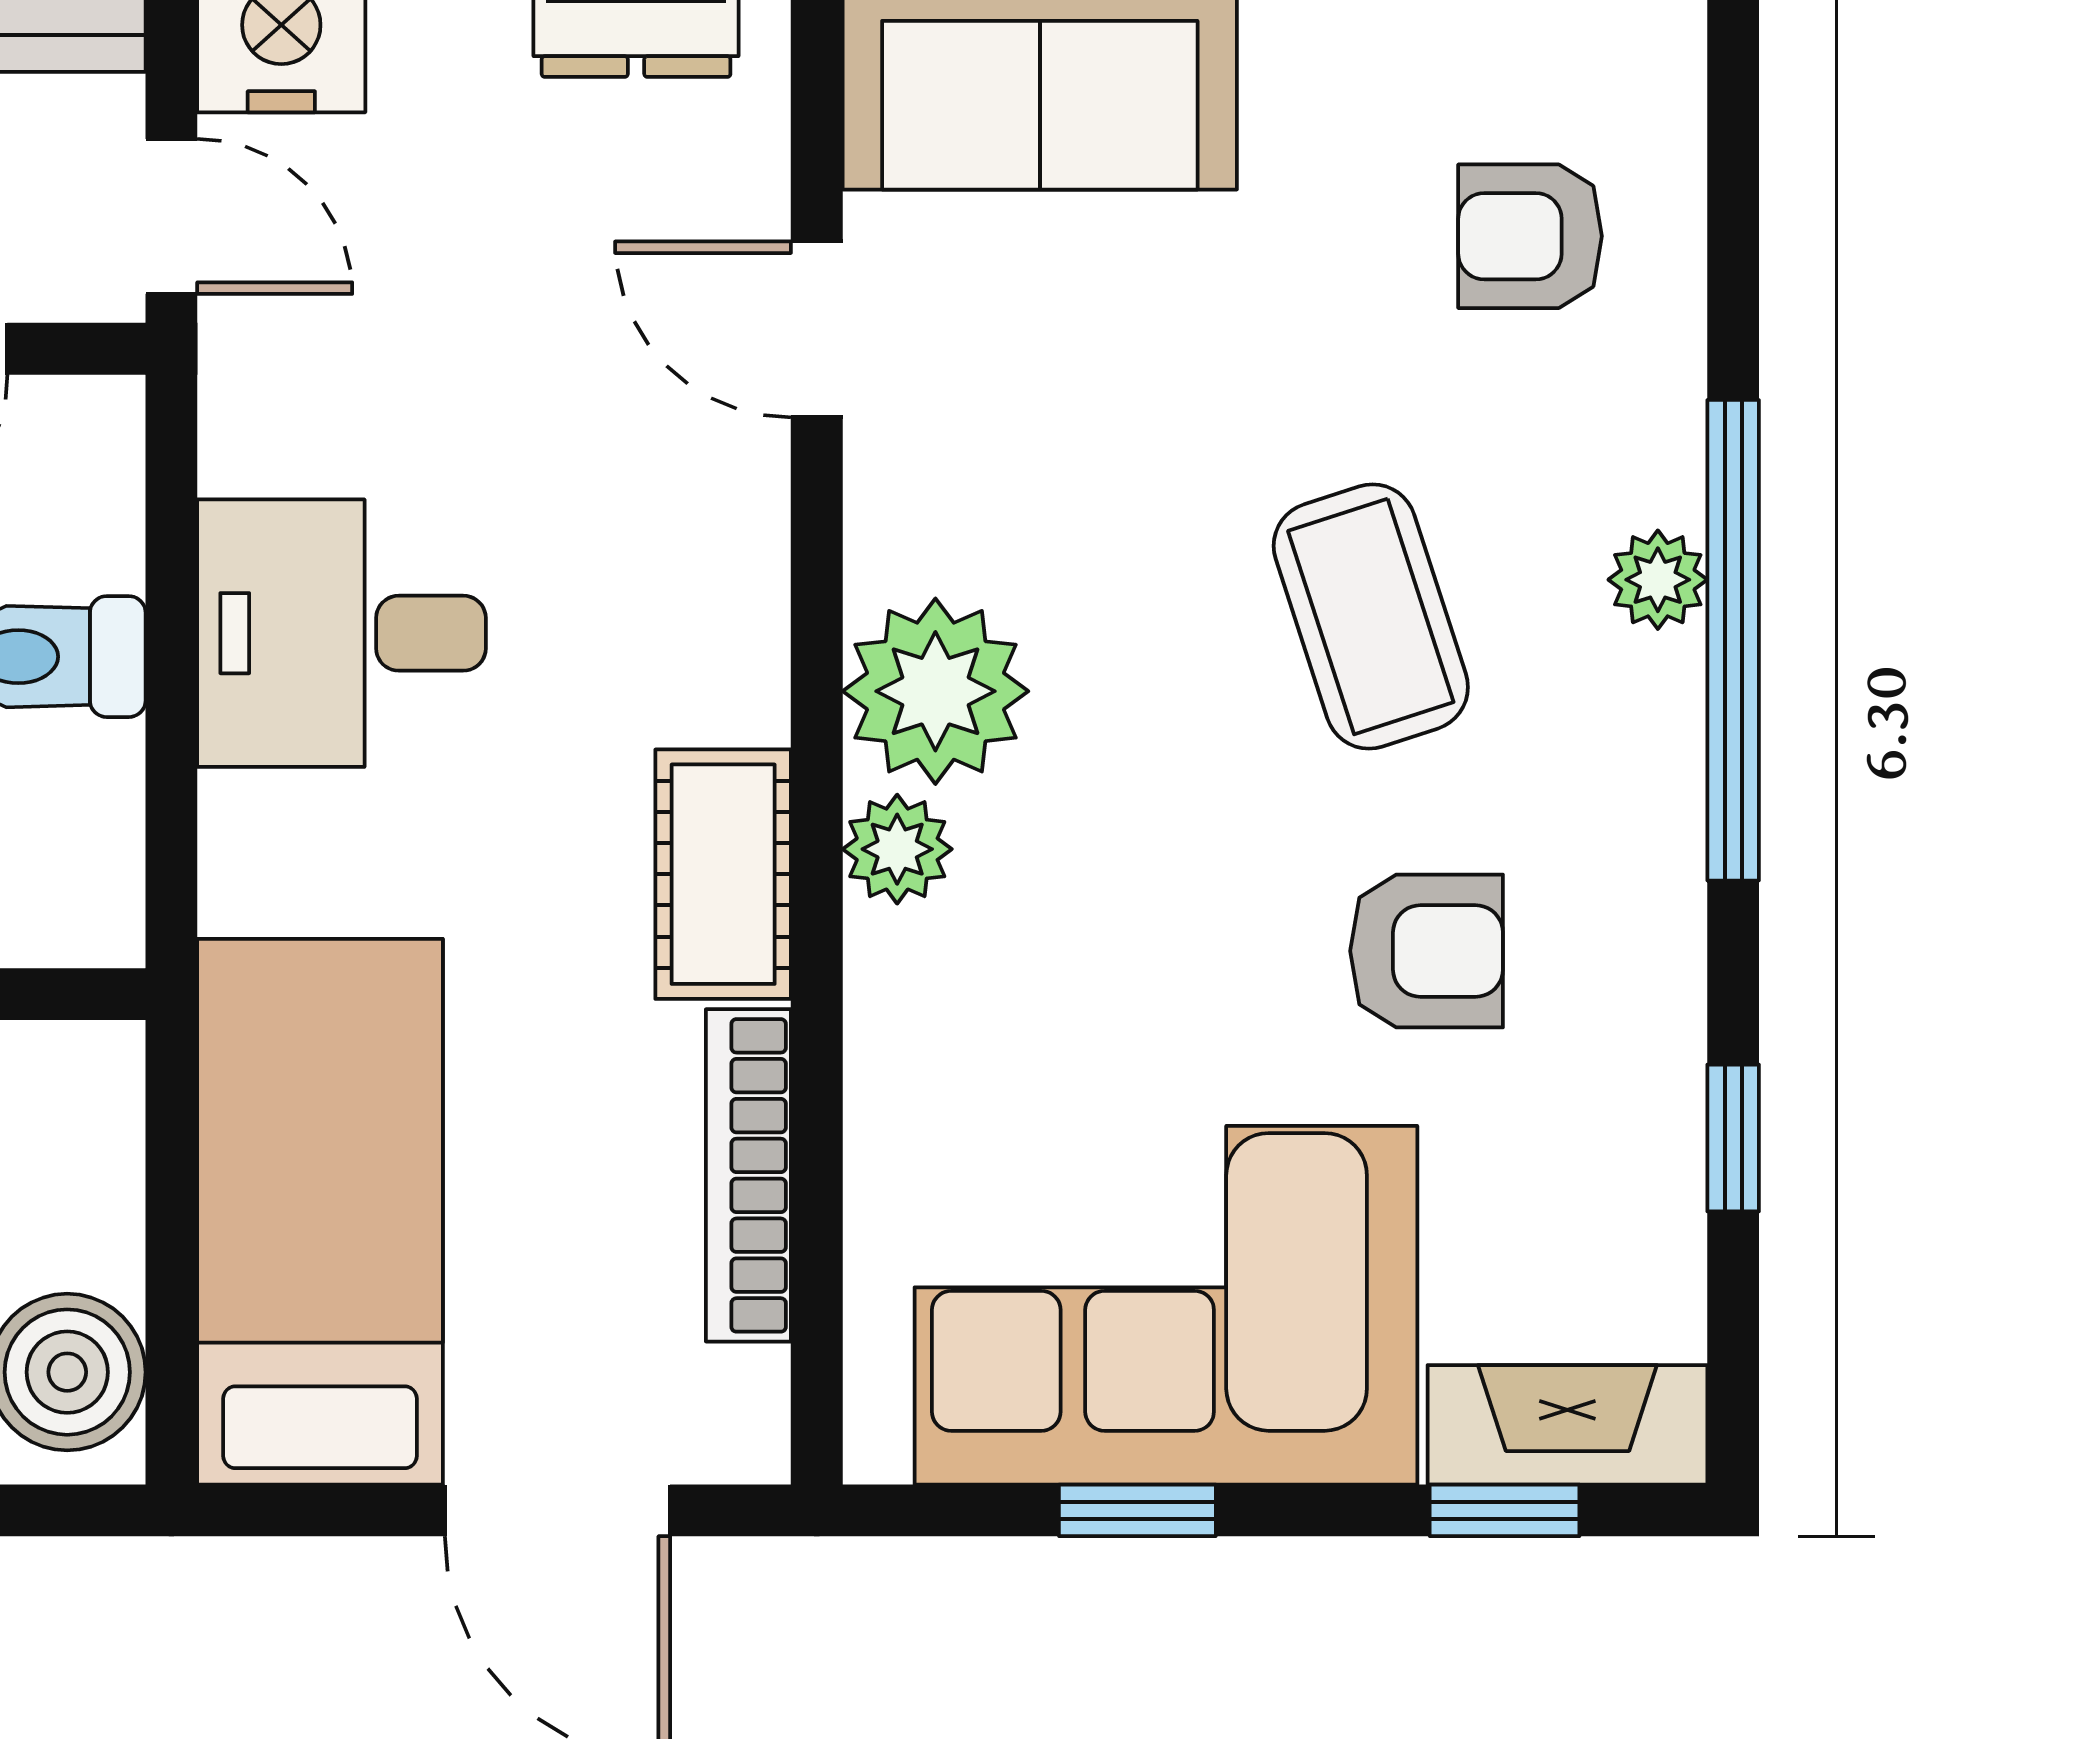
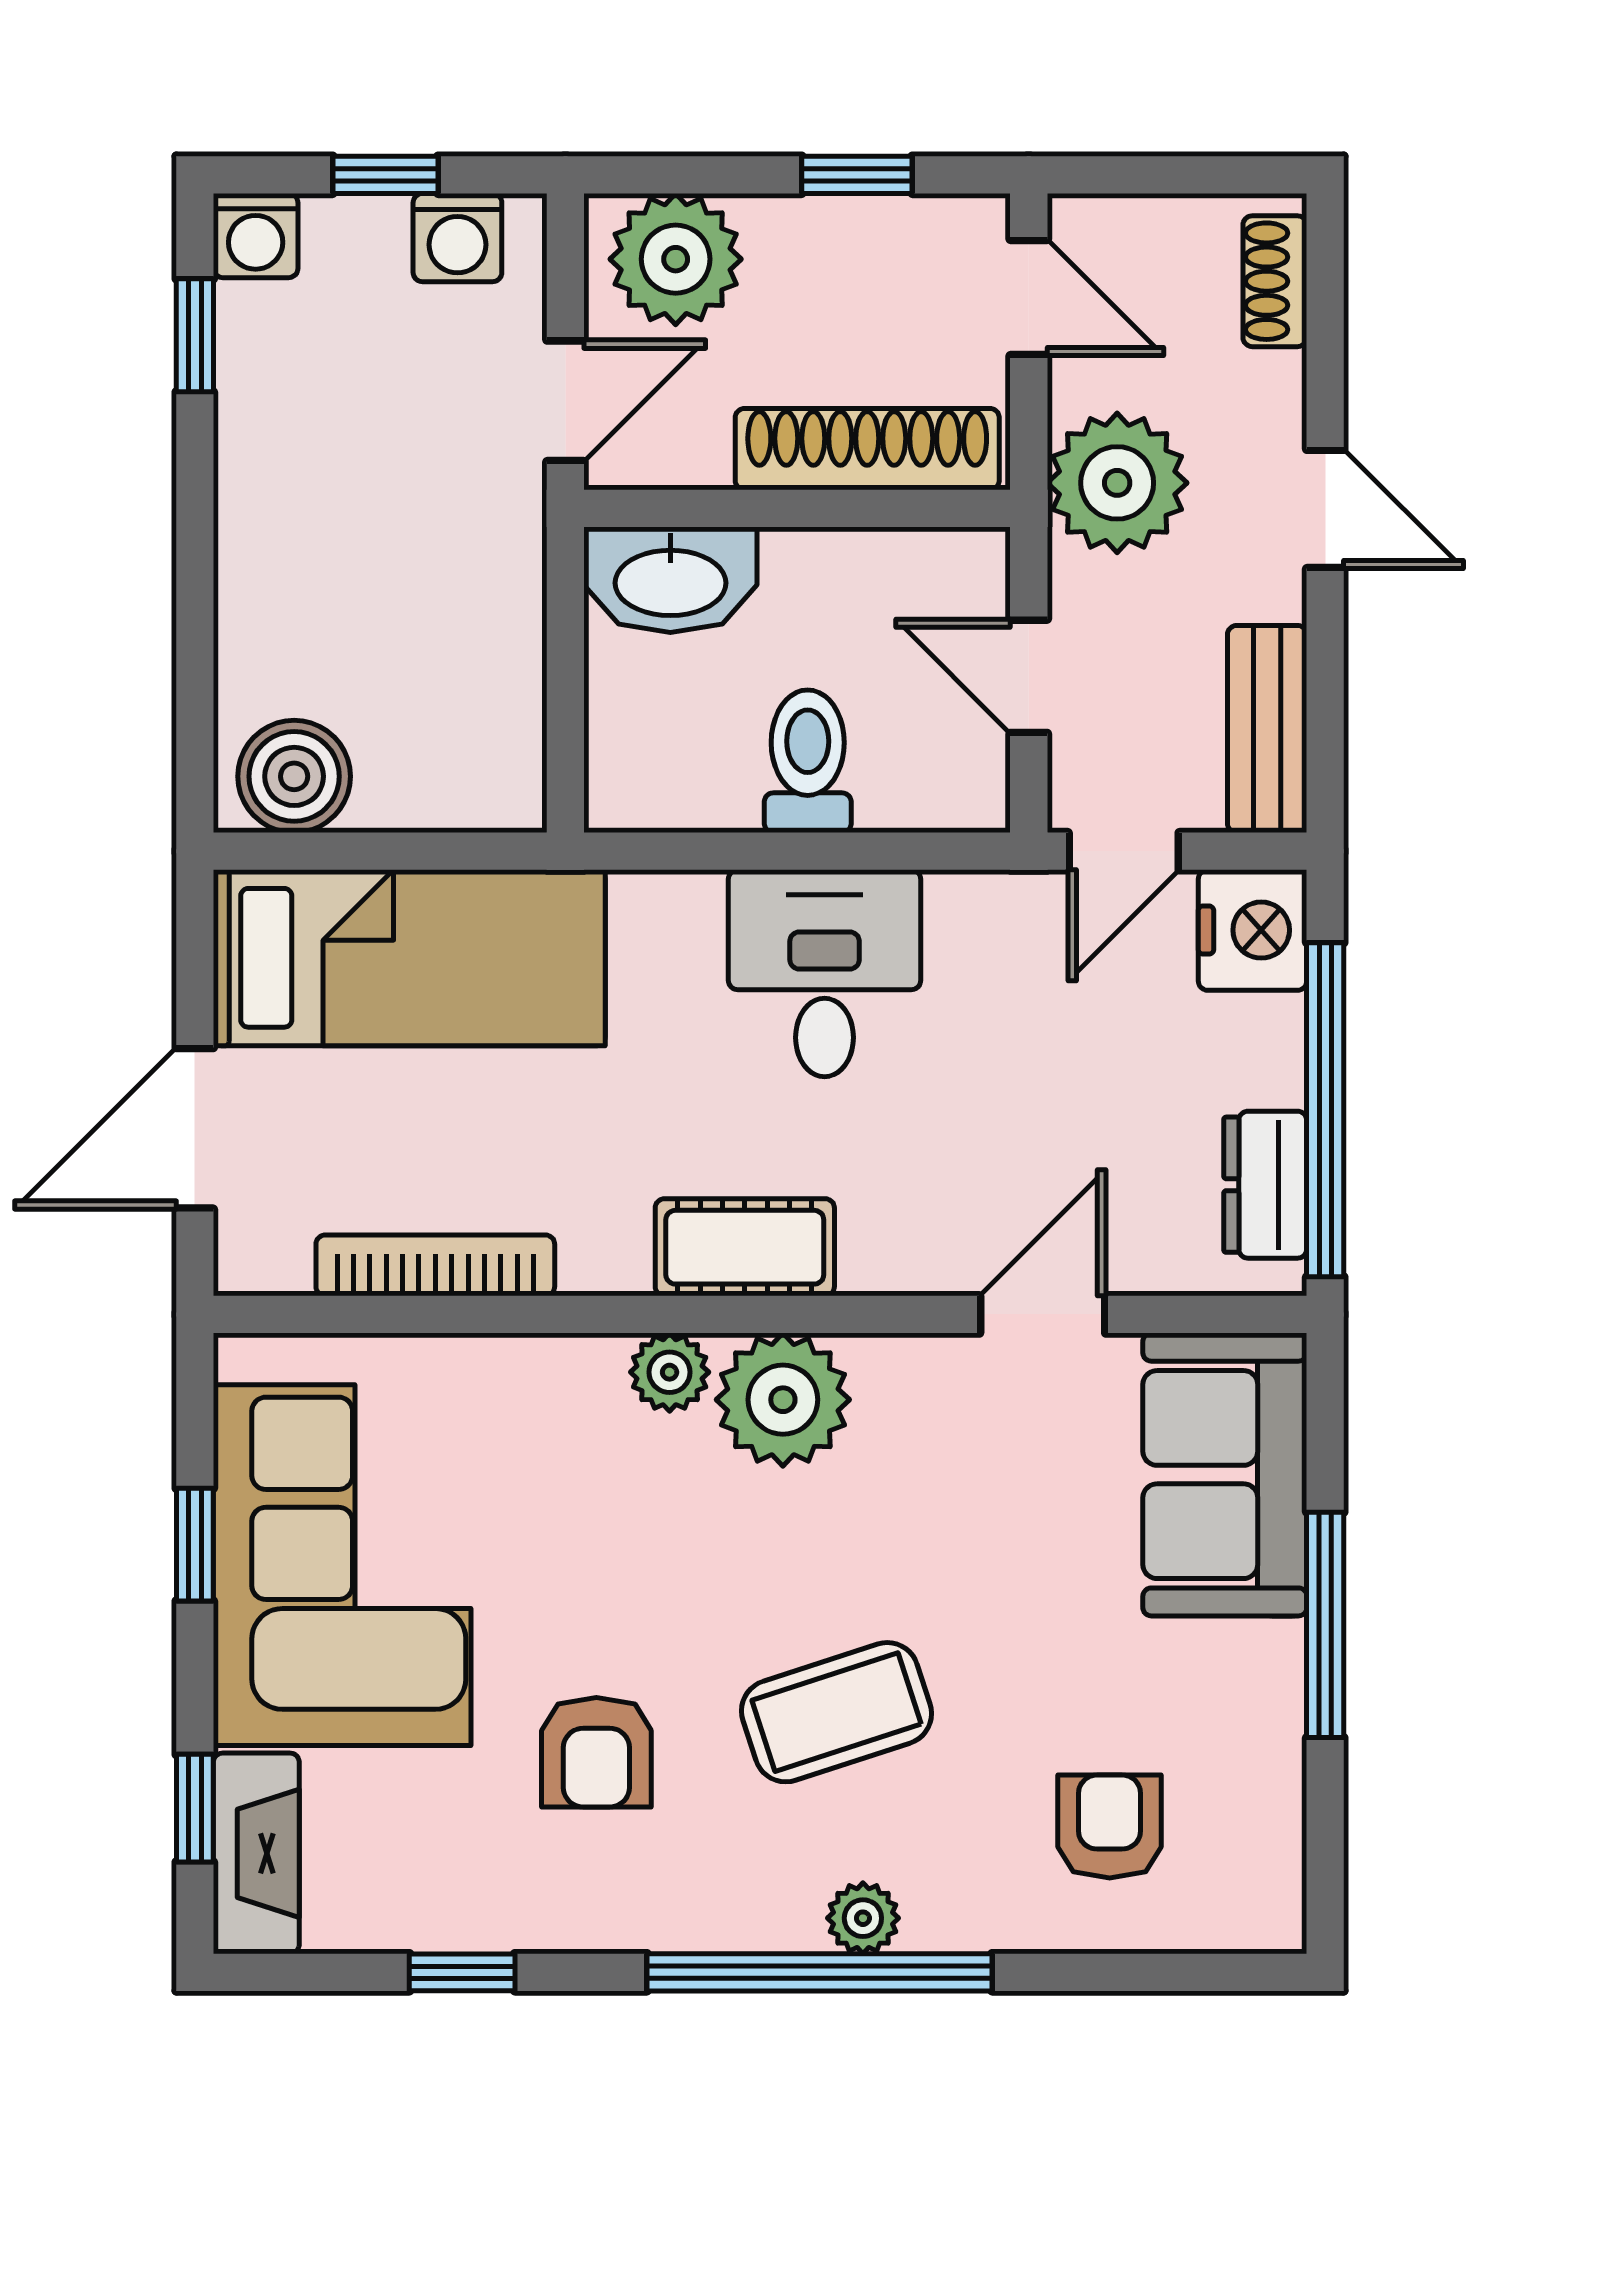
cot: (723, 874) -> (745, 1247), moved

